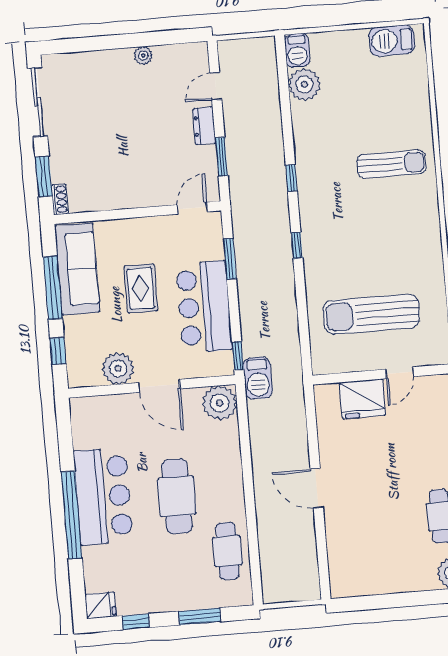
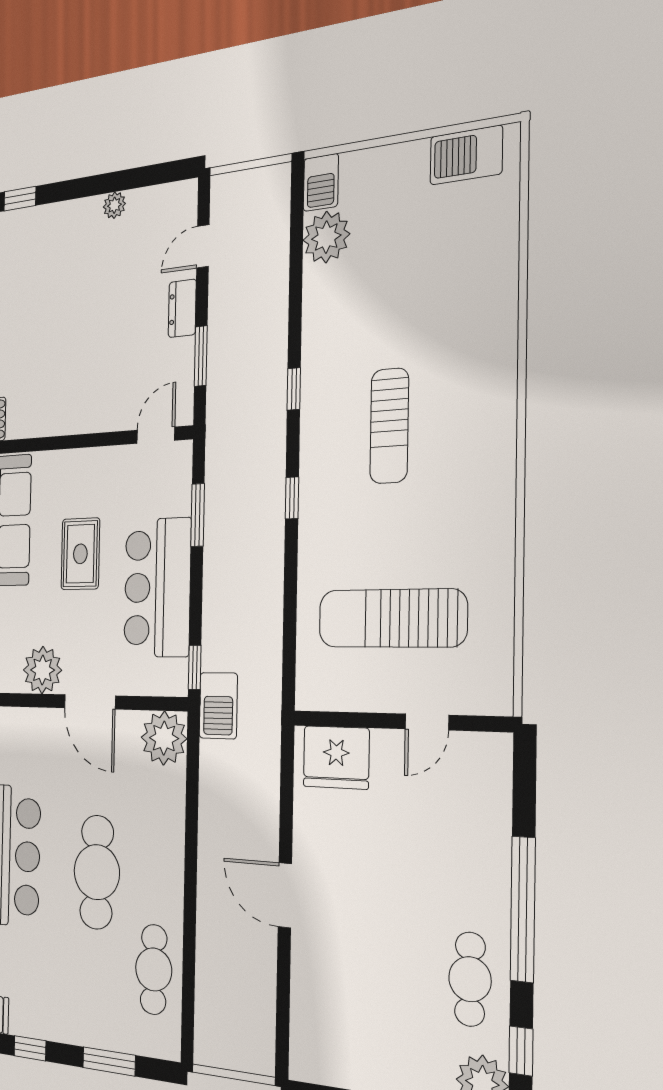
window: (63, 46) -> (20, 199), added
sun lounger: (391, 164) -> (389, 426), moved, turned 90
fridge: (362, 399) -> (336, 757), moved

